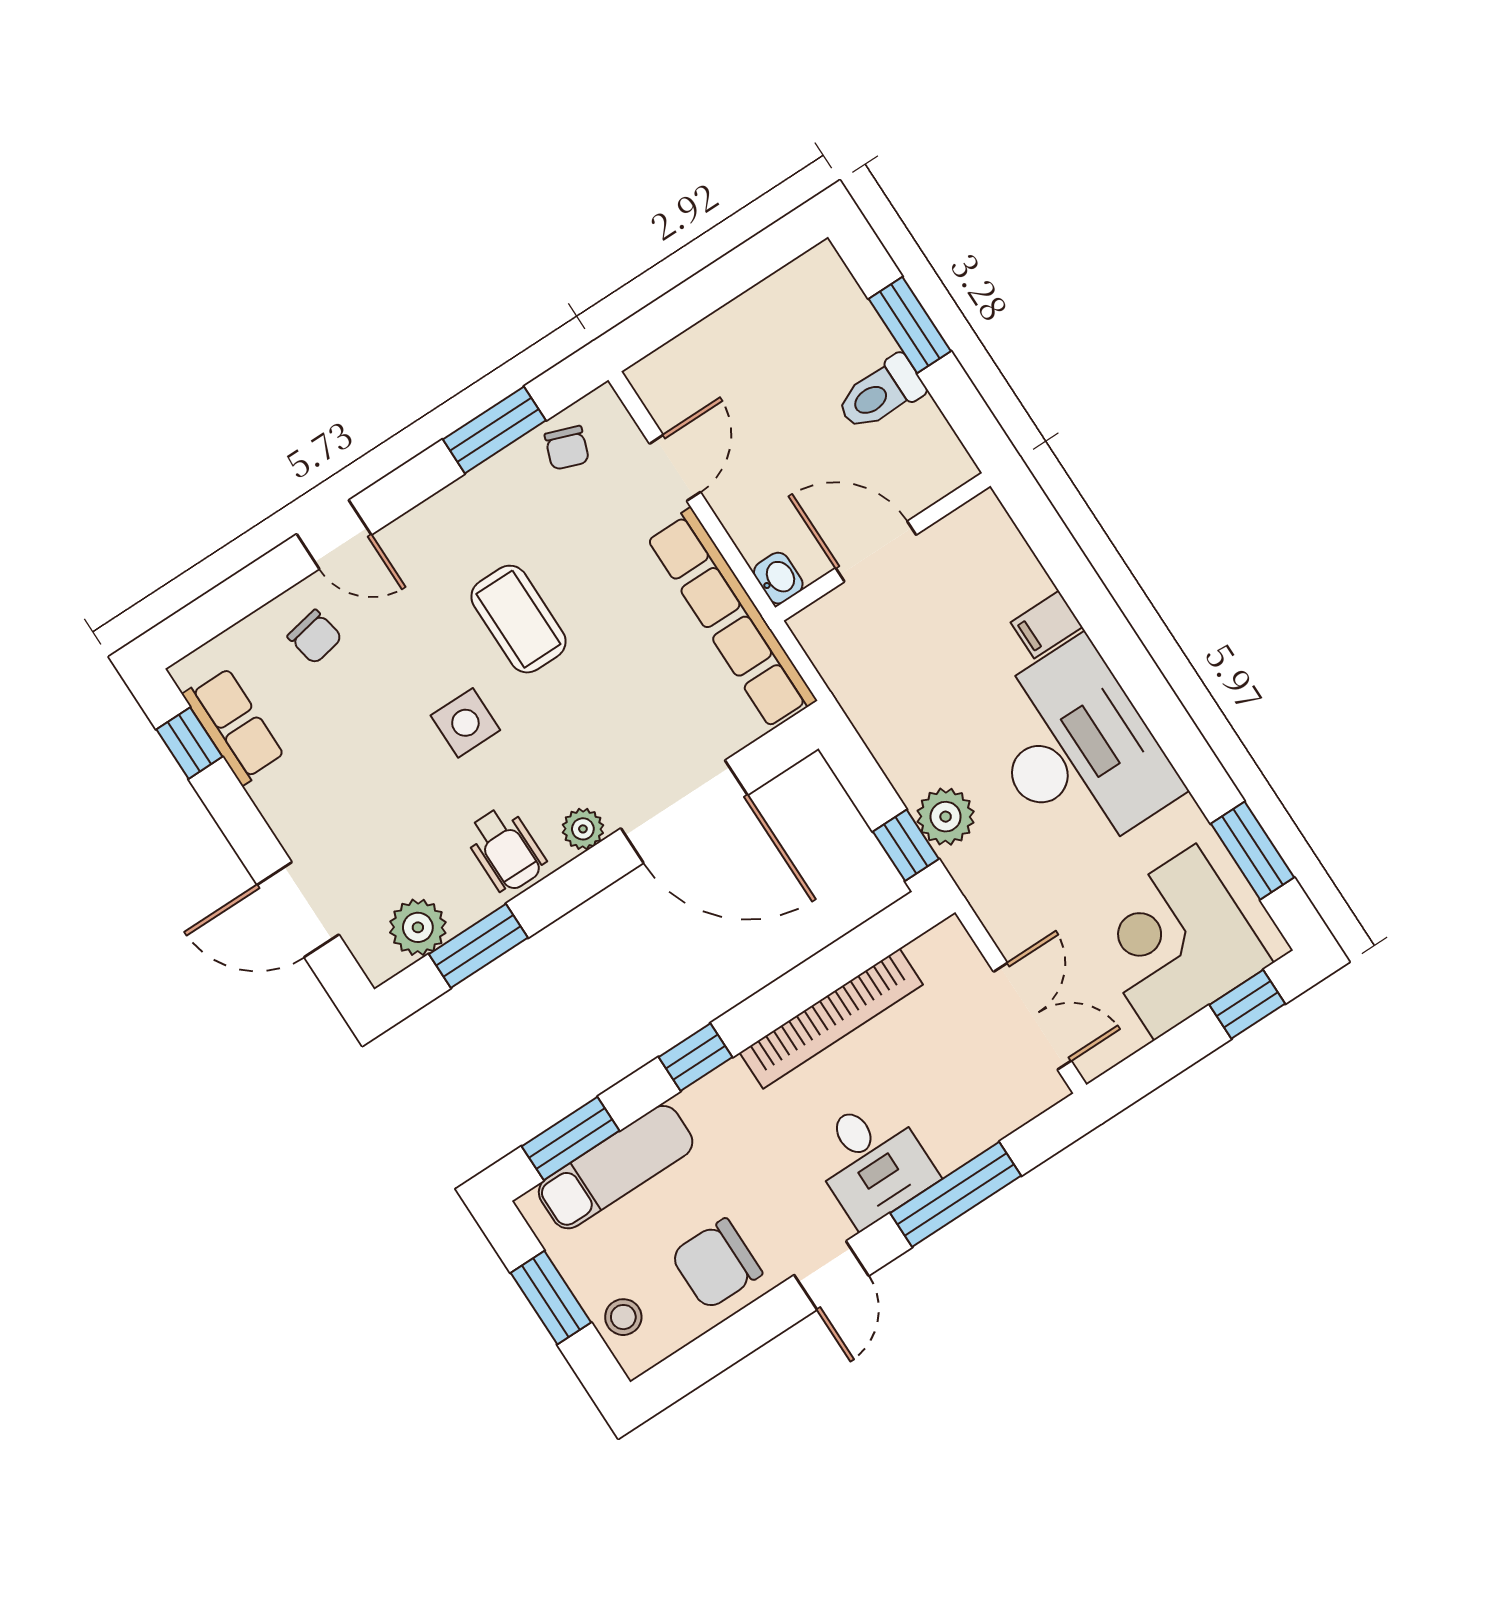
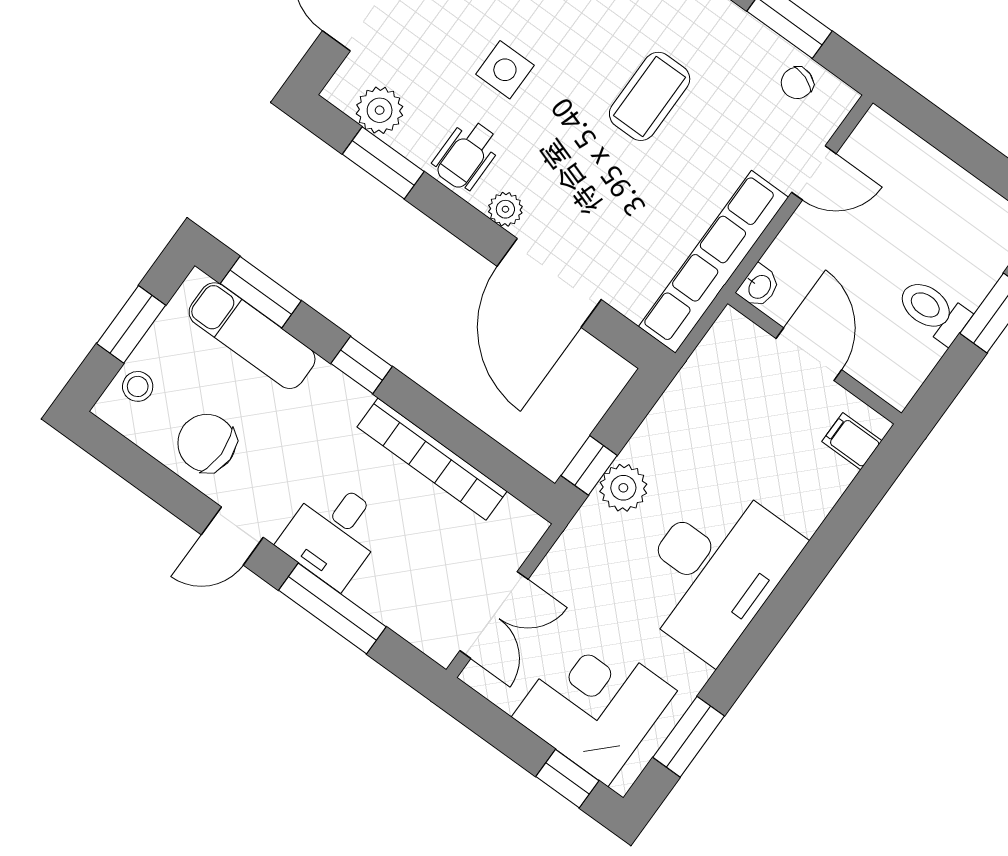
filing cabinet: (1047, 625) -> (852, 441), moved
side table: (465, 723) -> (505, 70), moved

